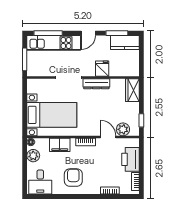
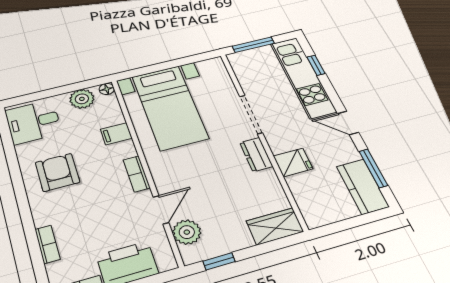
window: (48, 33) -> (316, 65), width x0.46
dresser: (96, 84) -> (256, 154), width x0.70
filing cabinet: (60, 145) -> (116, 134), width x0.50
armchair: (73, 178) -> (57, 172), turned -90

